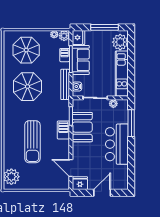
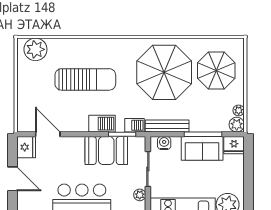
window: (104, 27) -> (248, 182), removed
barbecue: (65, 55) -> (135, 125), moved
parasol: (27, 87) -> (164, 72), width x1.36, depth x1.36
sun lounger: (32, 142) -> (85, 79), turned 180
door: (71, 168) -> (48, 134), hinge flipped

